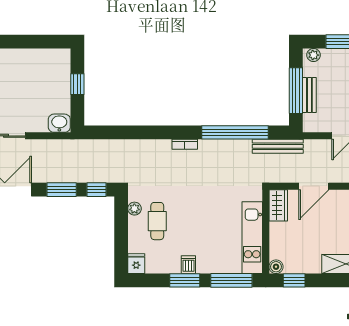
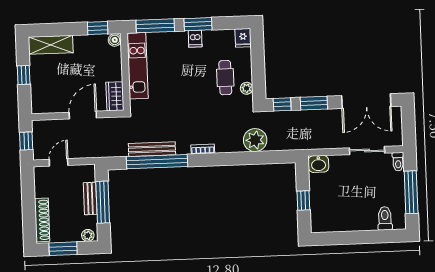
bench: (278, 146) -> (152, 149), moved
plant: (127, 152) -> (255, 140), added

